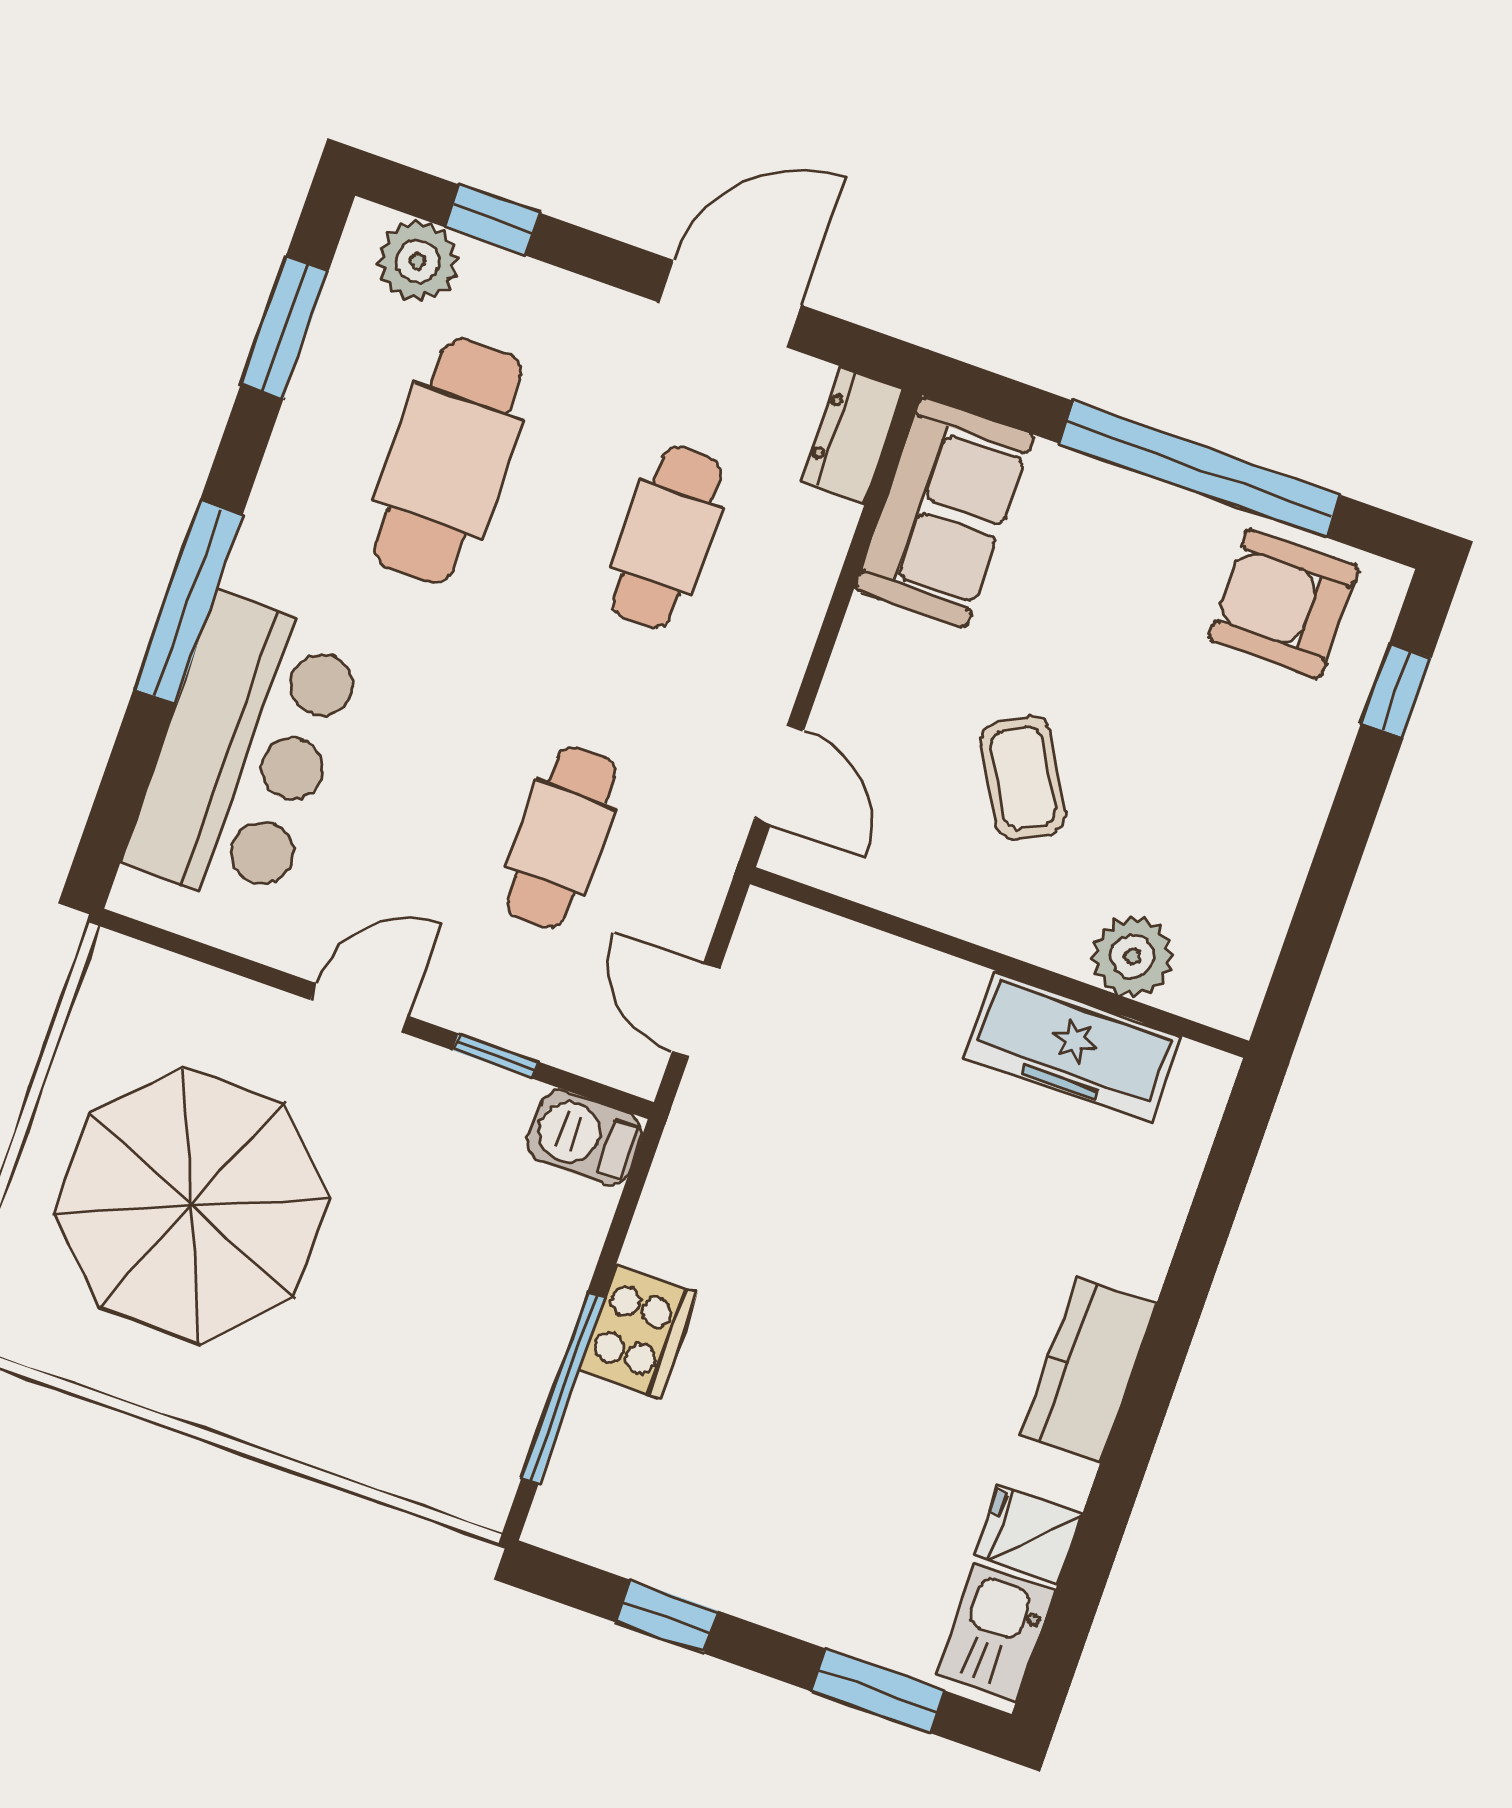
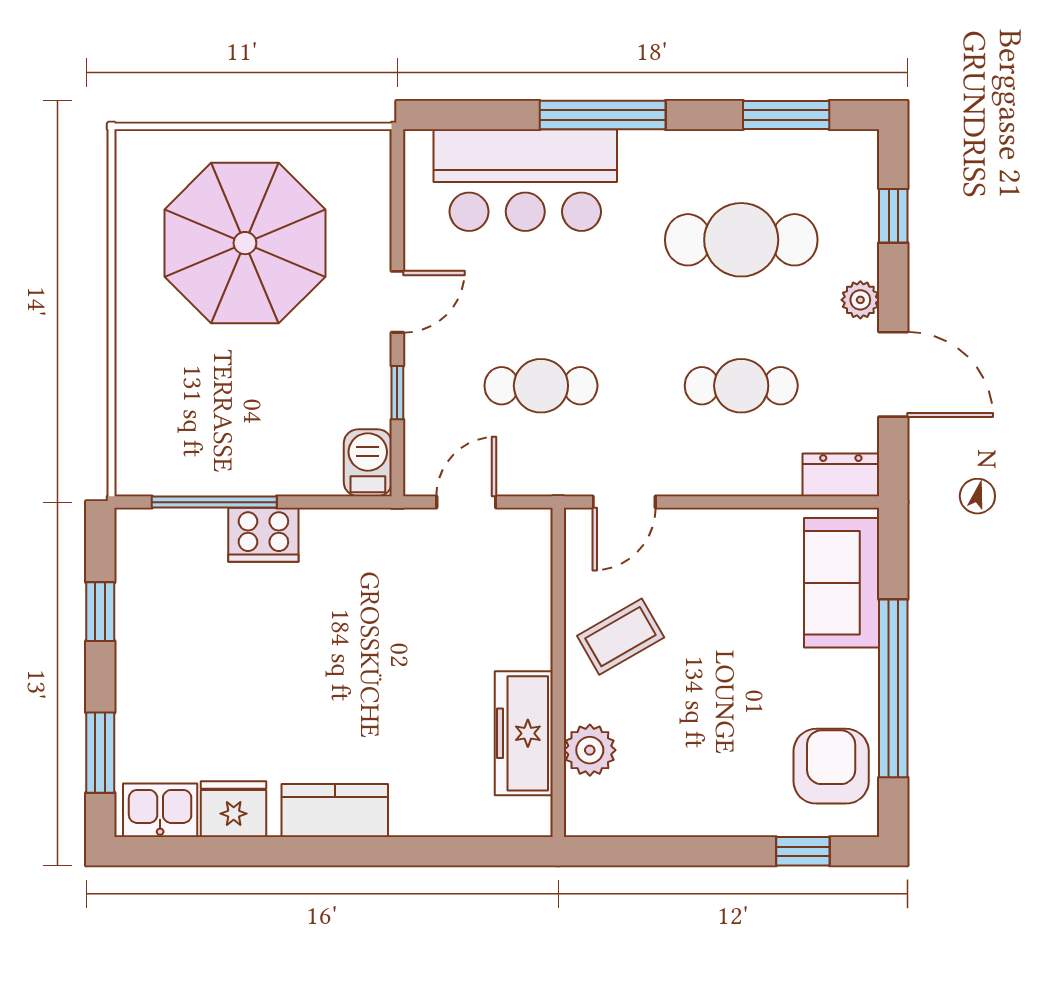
plant: (418, 261) -> (860, 300), moved, width x0.73, depth x0.73
sofa: (944, 512) -> (842, 583), moved, turned 90
coffee table: (1023, 778) -> (621, 637), moved
door: (359, 1008) -> (397, 302), hinge flipped
fridge: (1028, 1535) -> (234, 809), width x1.38

